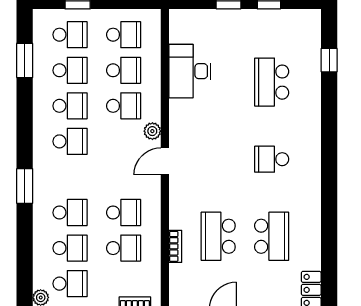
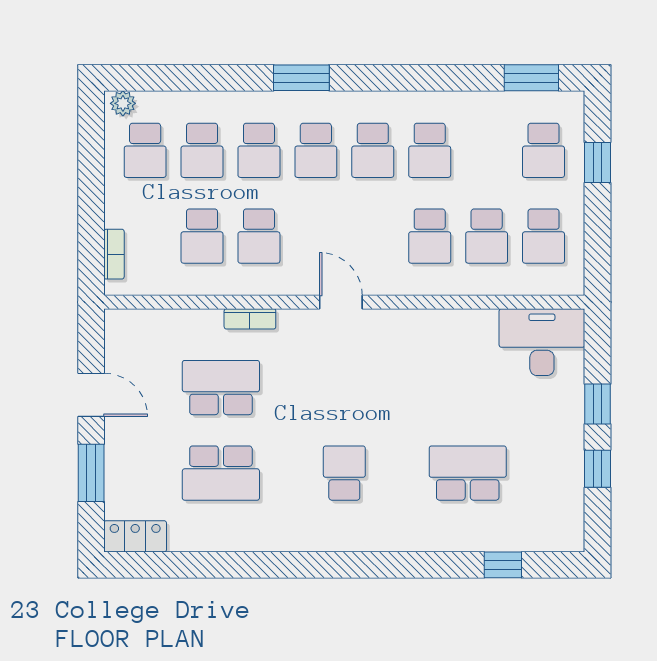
window: (25, 60) -> (531, 78), moved
school desk: (70, 70) -> (316, 150), moved
desk: (190, 71) -> (542, 342), moved
plant: (152, 131) -> (389, 282), removed
bookcase: (175, 246) -> (250, 319), moved

